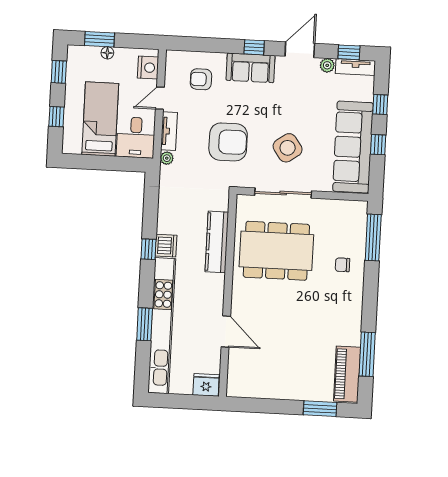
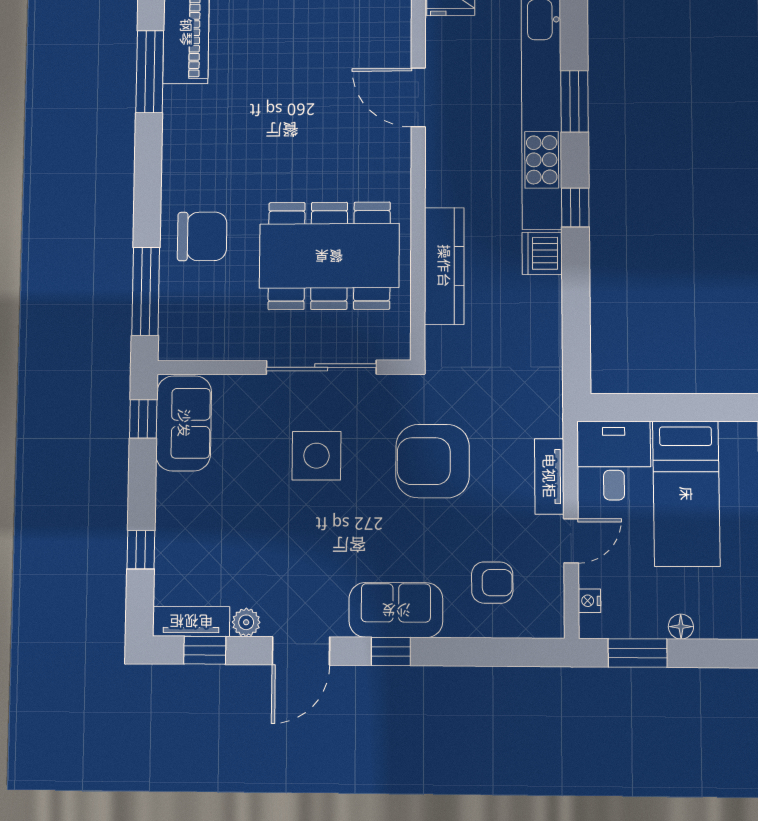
window: (99, 39) -> (638, 653), moved
nightstand: (148, 68) -> (589, 601), width x0.53, depth x0.56
window: (378, 145) -> (143, 419), moved
sofa: (353, 147) -> (184, 423), width x0.54, depth x0.79
side table: (288, 148) -> (316, 456), turned 35
plant: (167, 158) -> (550, 423), removed
window: (148, 249) -> (575, 207), moved
chair: (342, 265) -> (202, 236), width x1.87, depth x1.87

